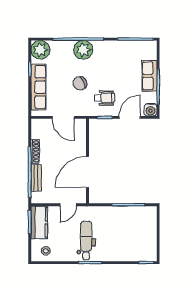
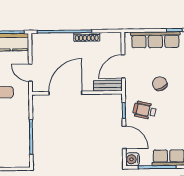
wheelchair: (105, 98) -> (145, 110), turned 103
door: (88, 172) -> (65, 93), hinge flipped
bench: (36, 178) -> (108, 86), moved

